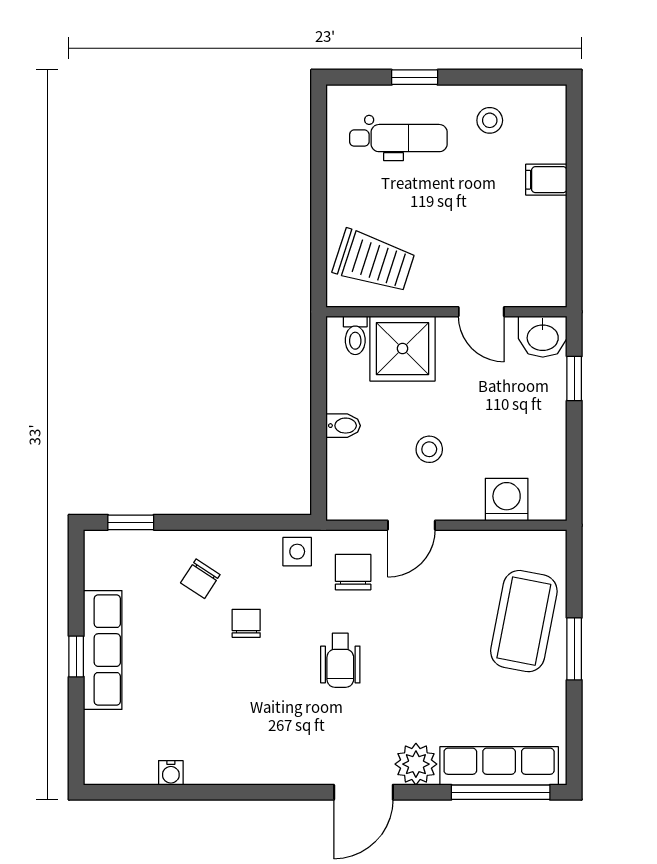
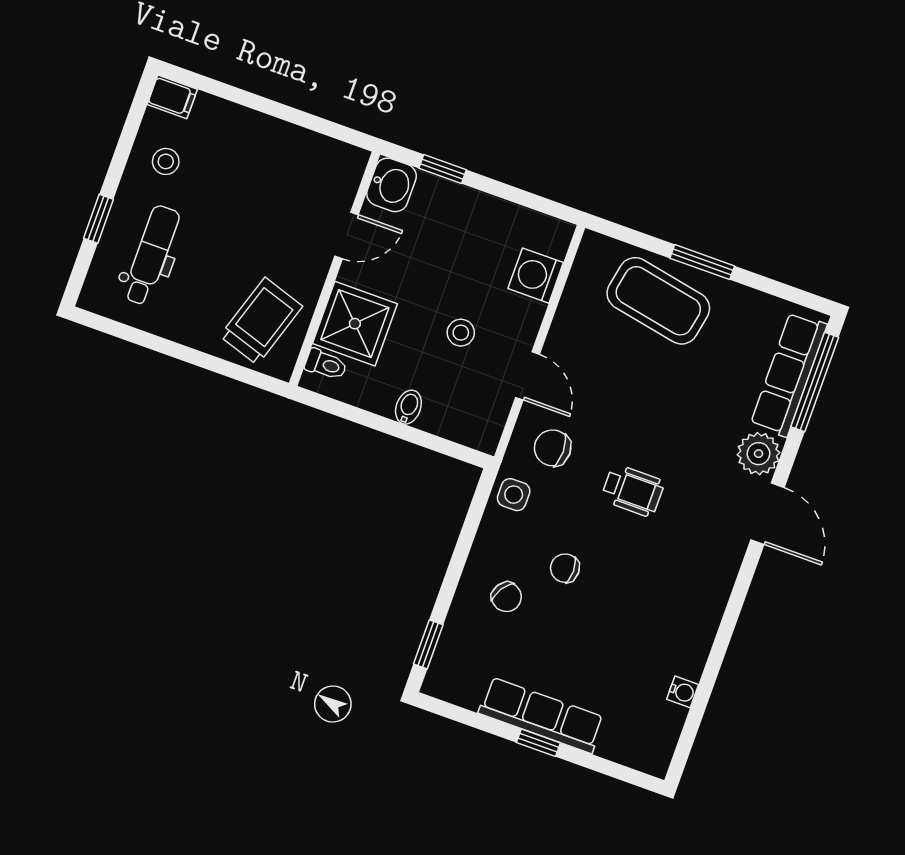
filing cabinet: (546, 180) -> (172, 97), moved, turned -90

